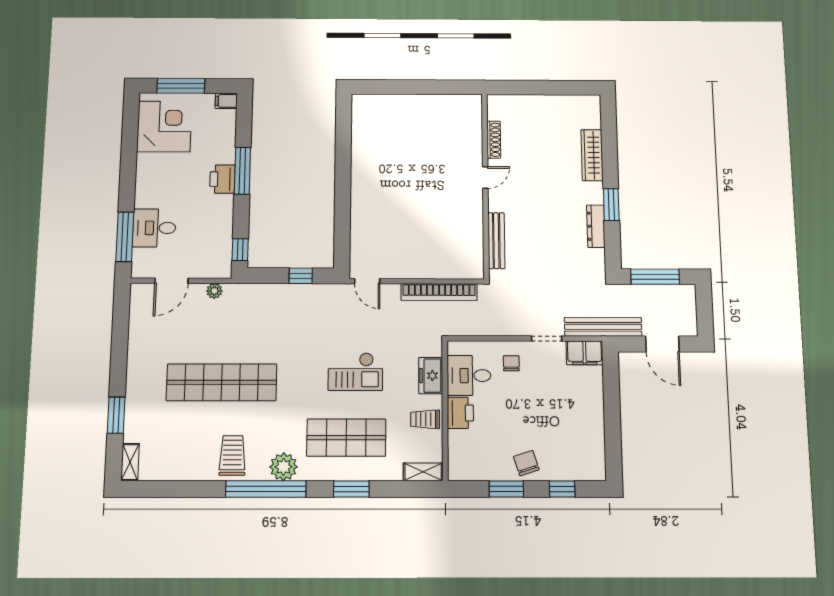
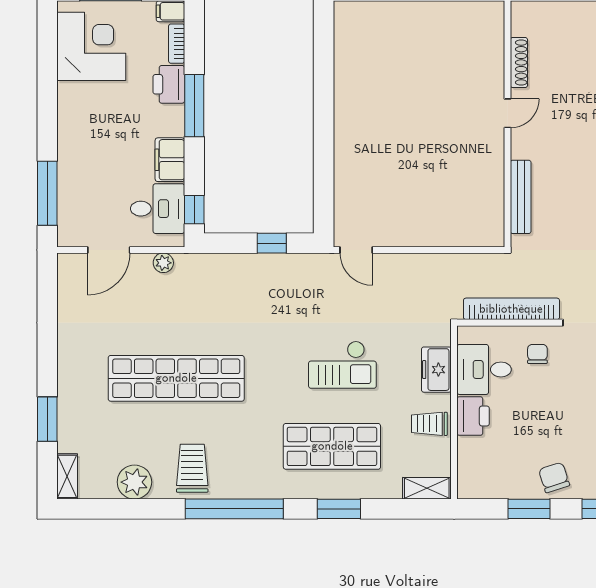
bookcase: (230, 125) -> (177, 44), added
printer: (222, 179) -> (169, 84), moved
filing cabinet: (222, 211) -> (170, 160), added
desk: (154, 228) -> (158, 209), moved, turned 180
bookcase: (439, 292) -> (511, 309), moved, turned 180
plant: (284, 467) -> (134, 482), moved

